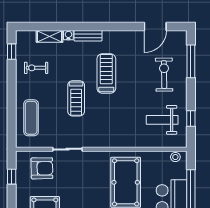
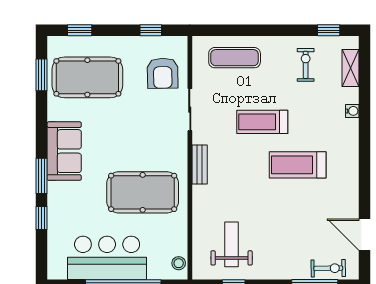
shelving: (50, 36) -> (350, 68), moved
bench: (88, 36) -> (200, 165), moved
treadmill: (106, 73) -> (298, 165), turned 180
exercise bike: (164, 75) -> (328, 268), moved, width x0.73, depth x0.72

